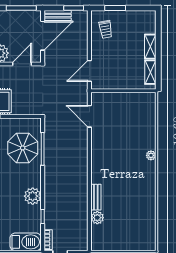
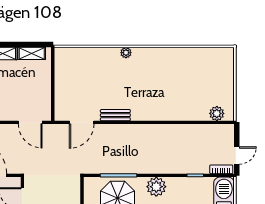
plant: (33, 196) -> (156, 187), moved
bench: (96, 197) -> (115, 115), moved
plant: (97, 218) -> (217, 113), moved

